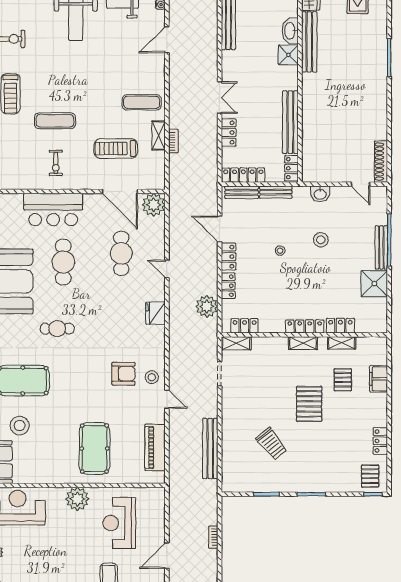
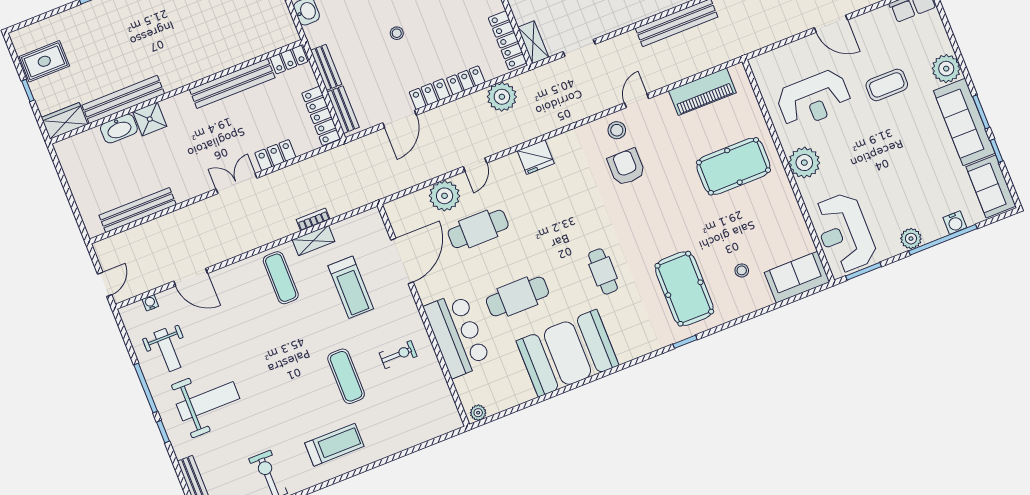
plant: (154, 205) -> (445, 196), moved
locker: (245, 326) -> (507, 40), width x1.53
stool: (20, 426) -> (742, 270), width x0.53, depth x0.53

